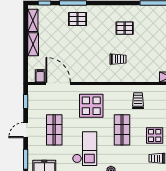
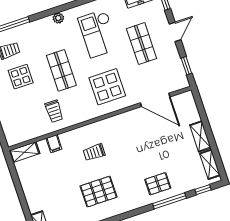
pallet: (125, 28) -> (98, 192), width x1.50, depth x1.42
filing cabinet: (40, 76) -> (54, 144), moved

